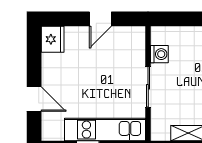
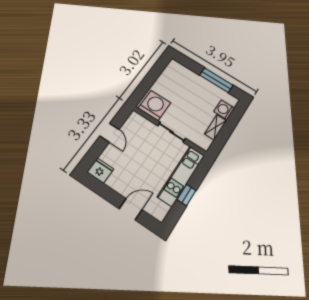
washing machine: (159, 54) -> (154, 105), width x1.89, depth x1.89

